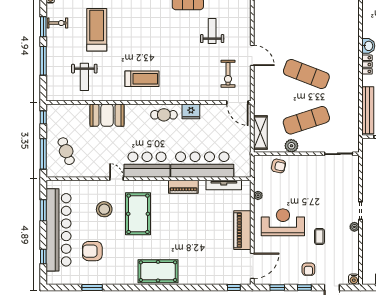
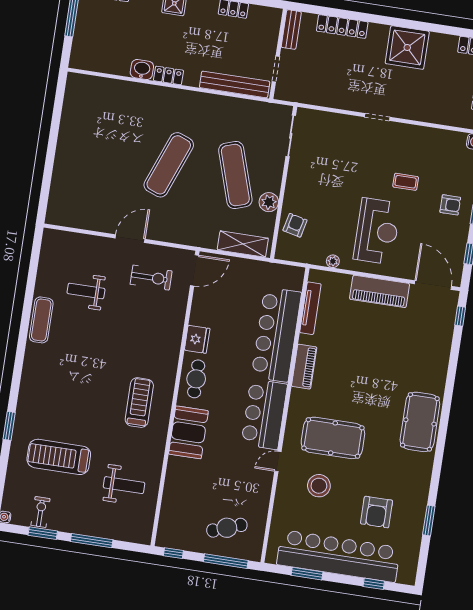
booth: (107, 115) -> (188, 432), moved
reception desk: (283, 222) -> (377, 231), turned 180
plant: (354, 227) -> (399, 129), removed

